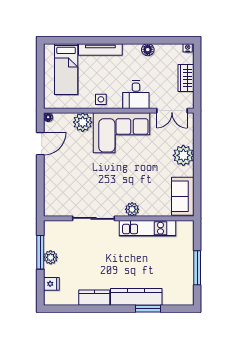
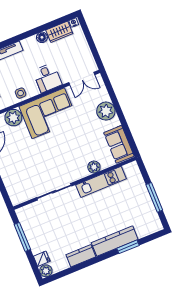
wardrobe: (186, 78) -> (59, 32), moved, turned -90
plant: (132, 209) -> (94, 167), moved
plant: (51, 257) -> (46, 271), moved

